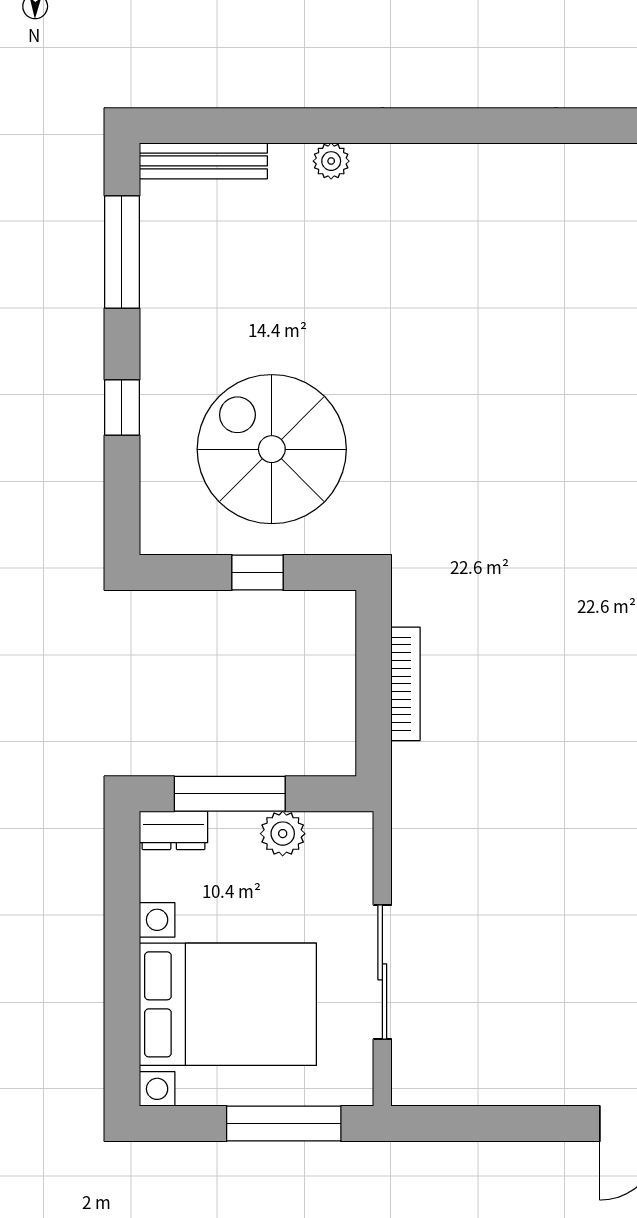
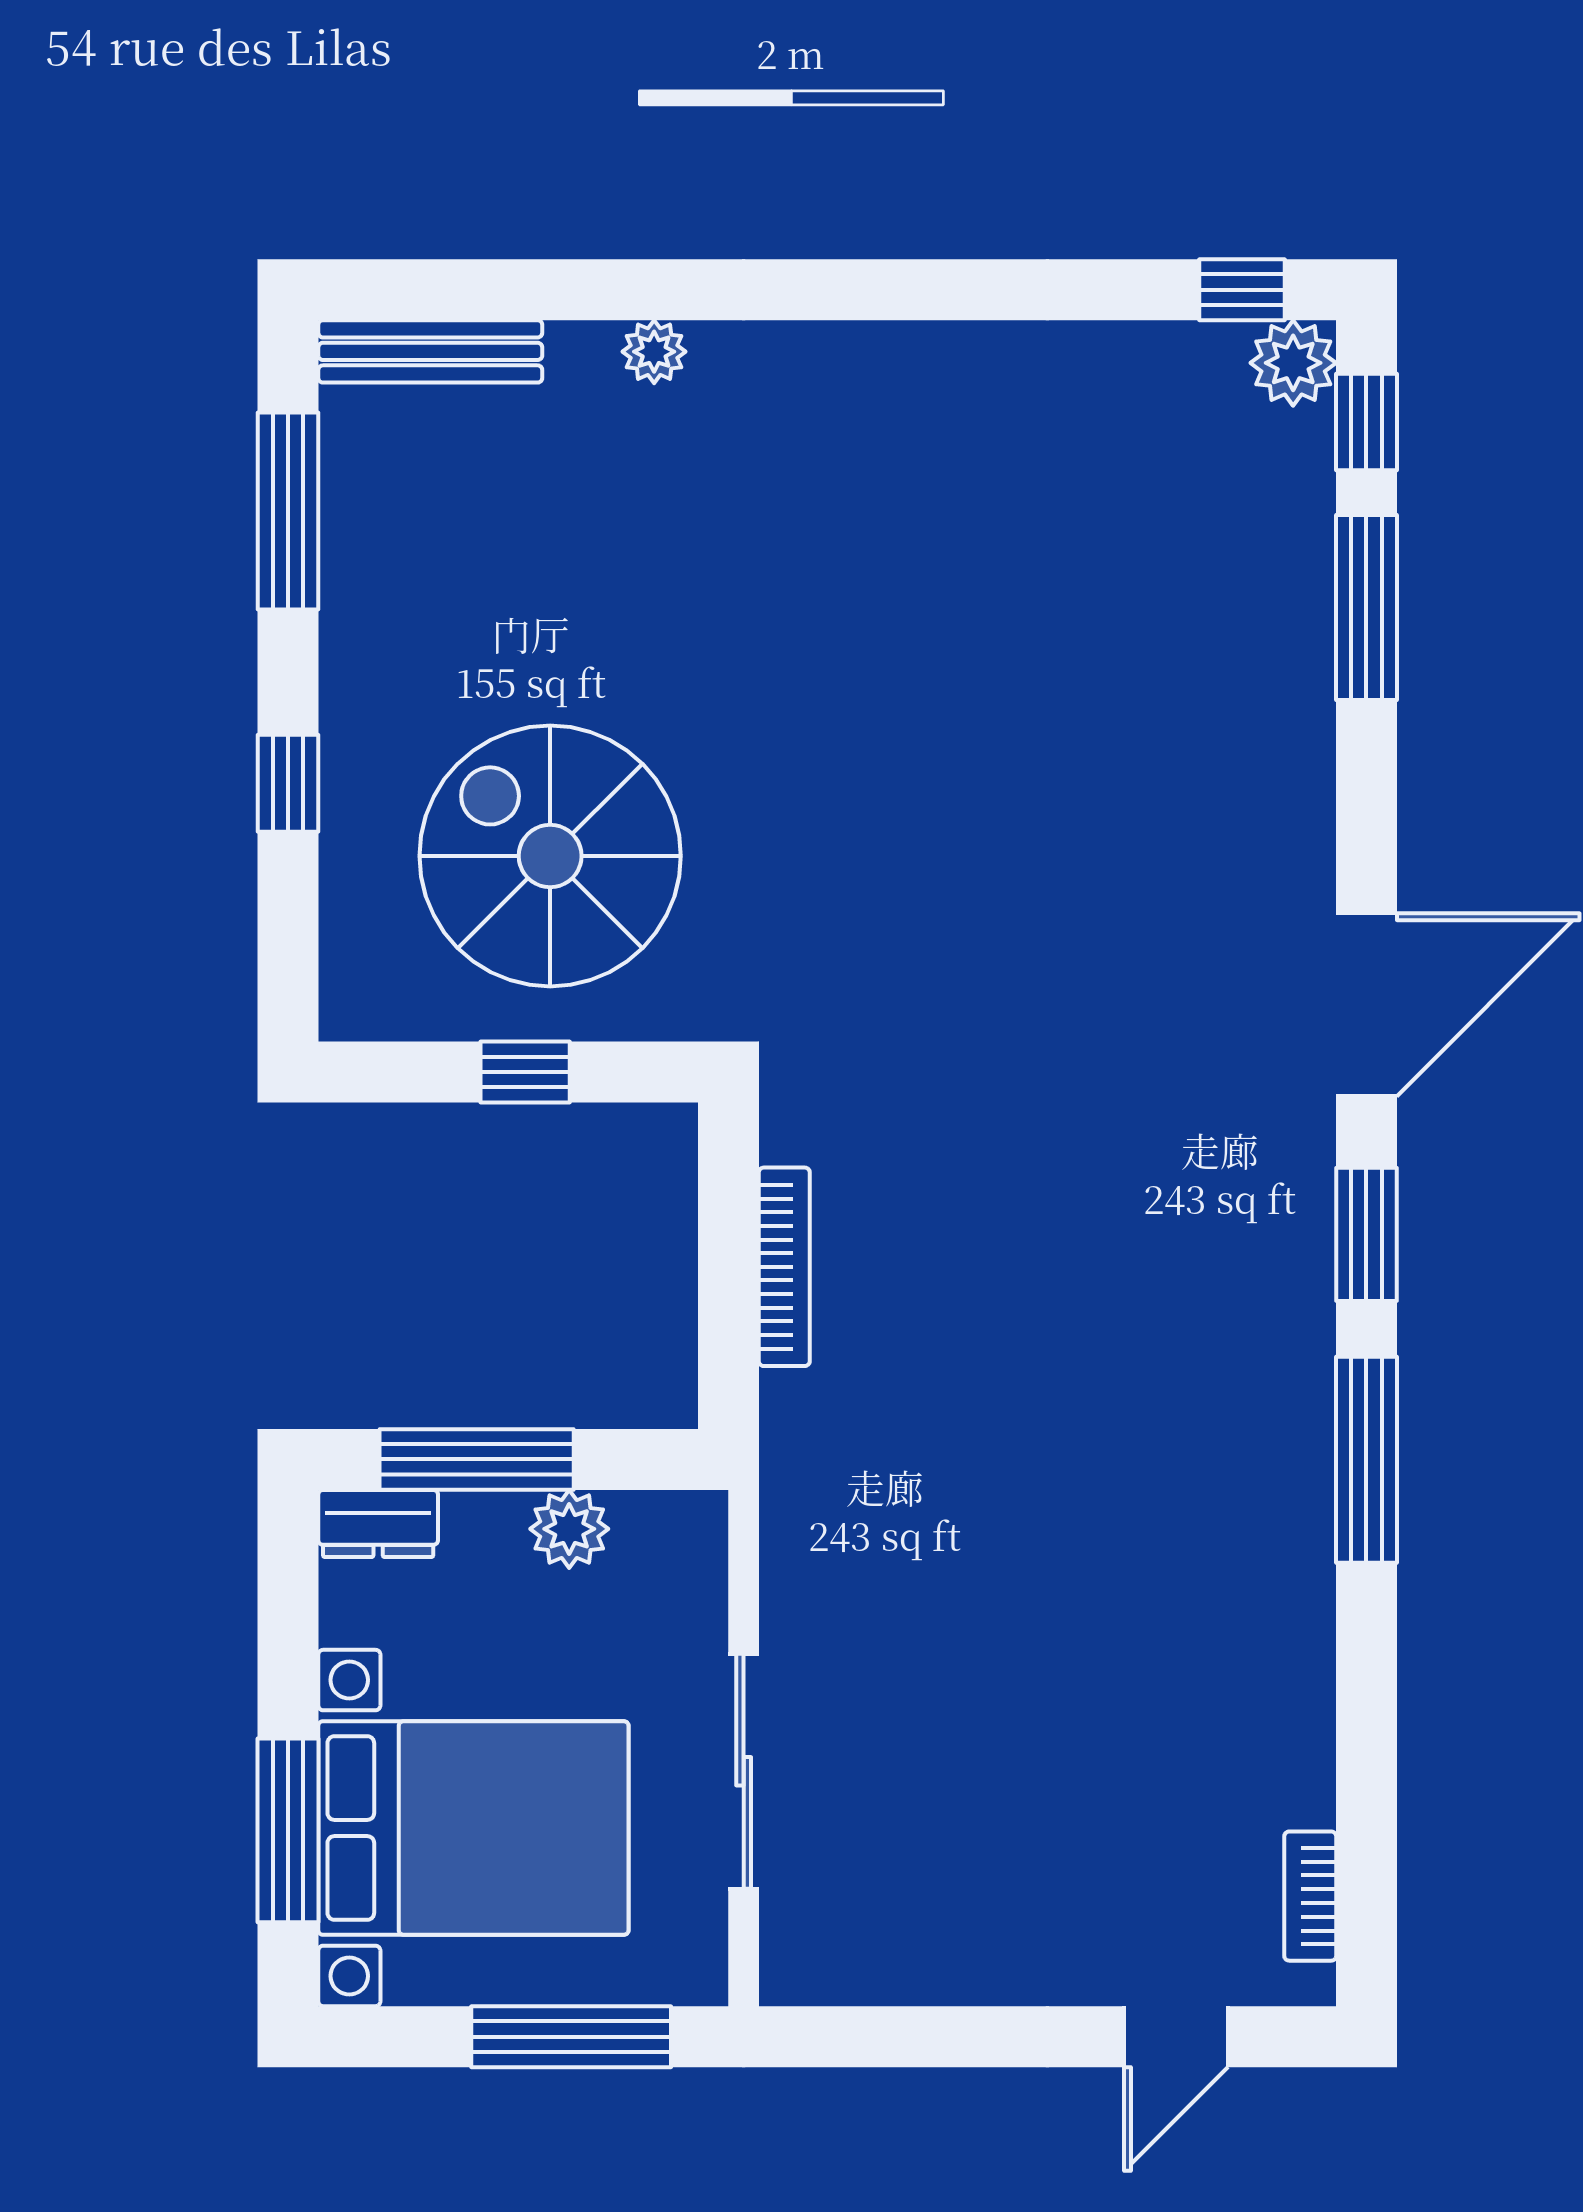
window: (122, 1006) -> (288, 1830), added

